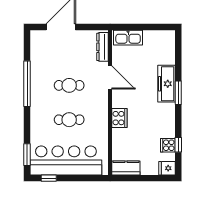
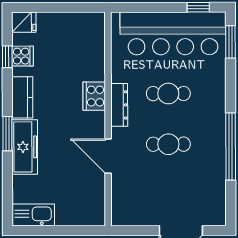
kitchen sink: (128, 38) -> (33, 215), moved
dresser: (103, 47) -> (119, 105), moved
kitchen counter: (126, 168) -> (22, 97), moved, turned -90

